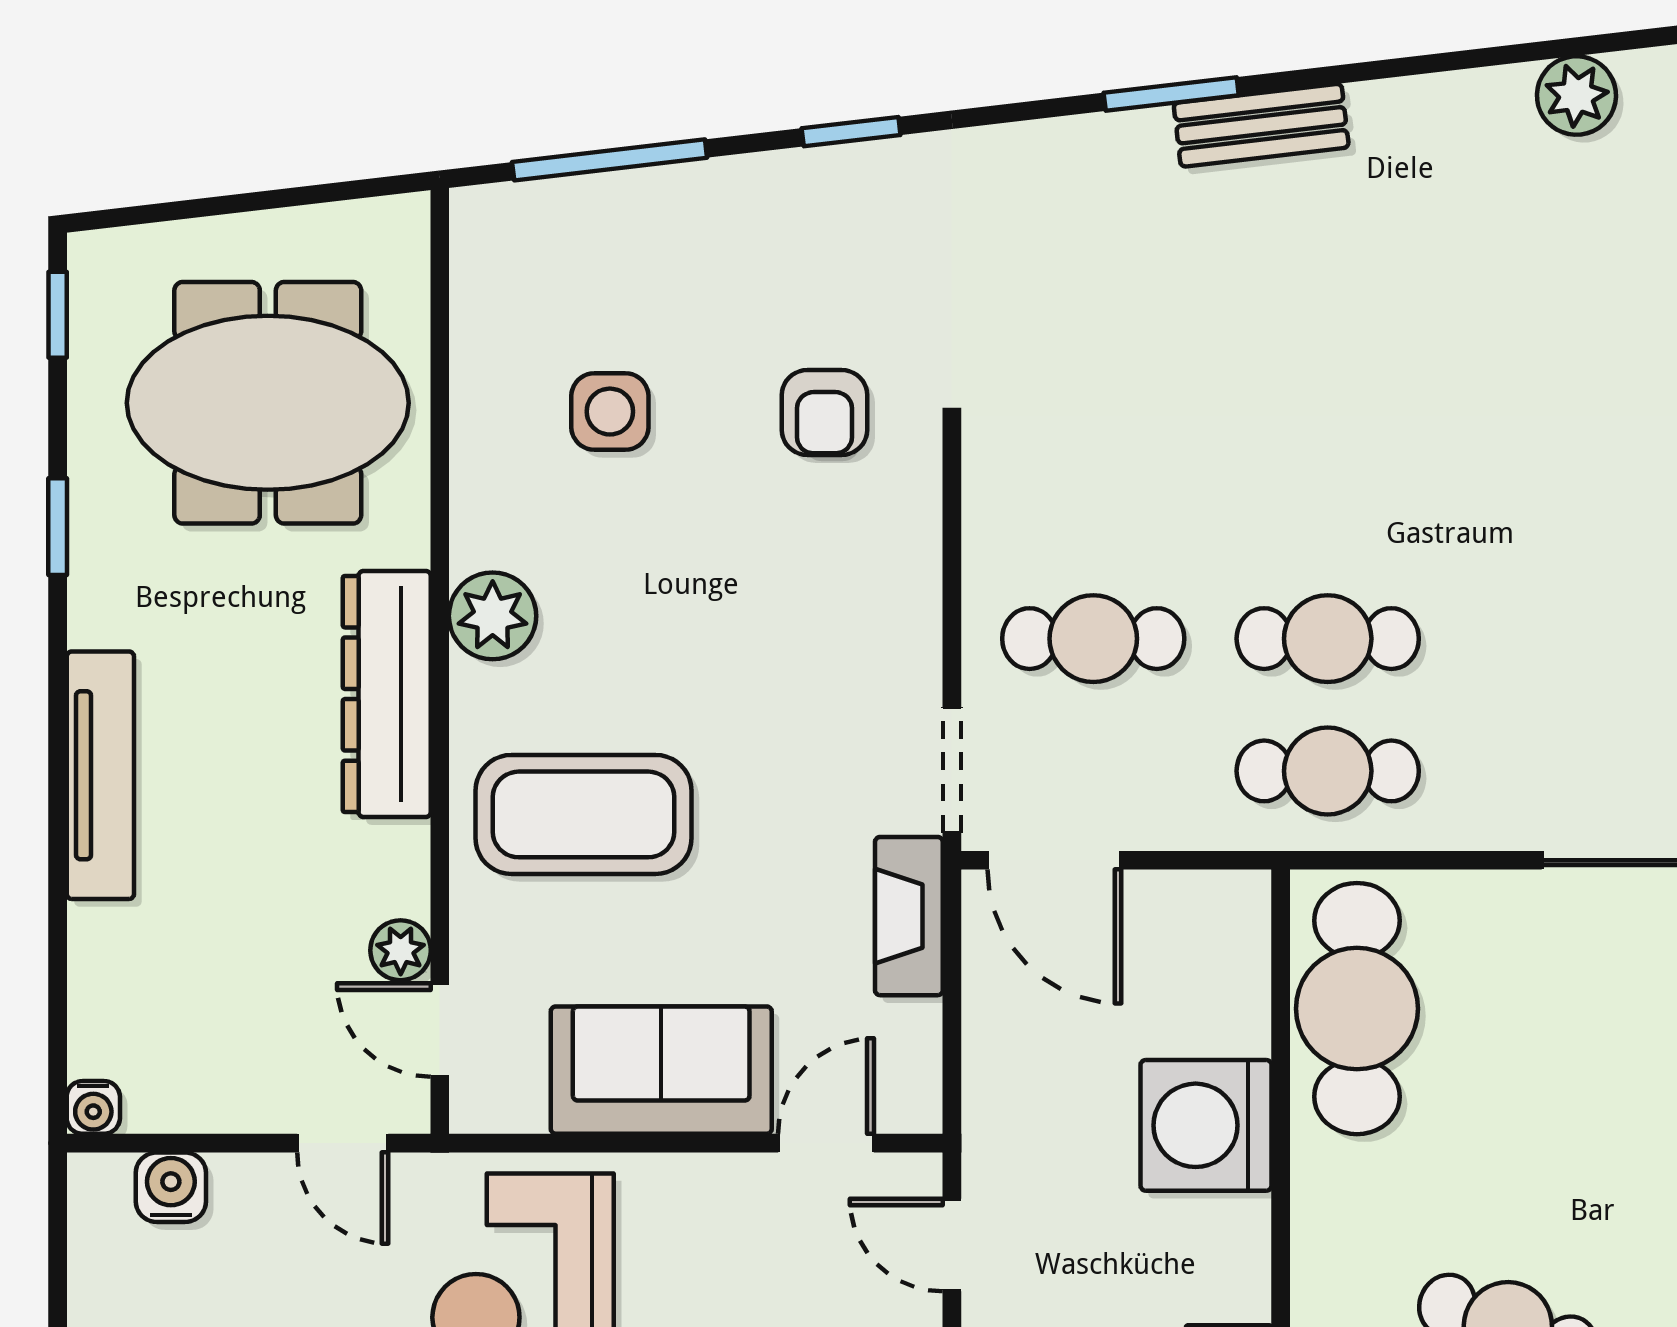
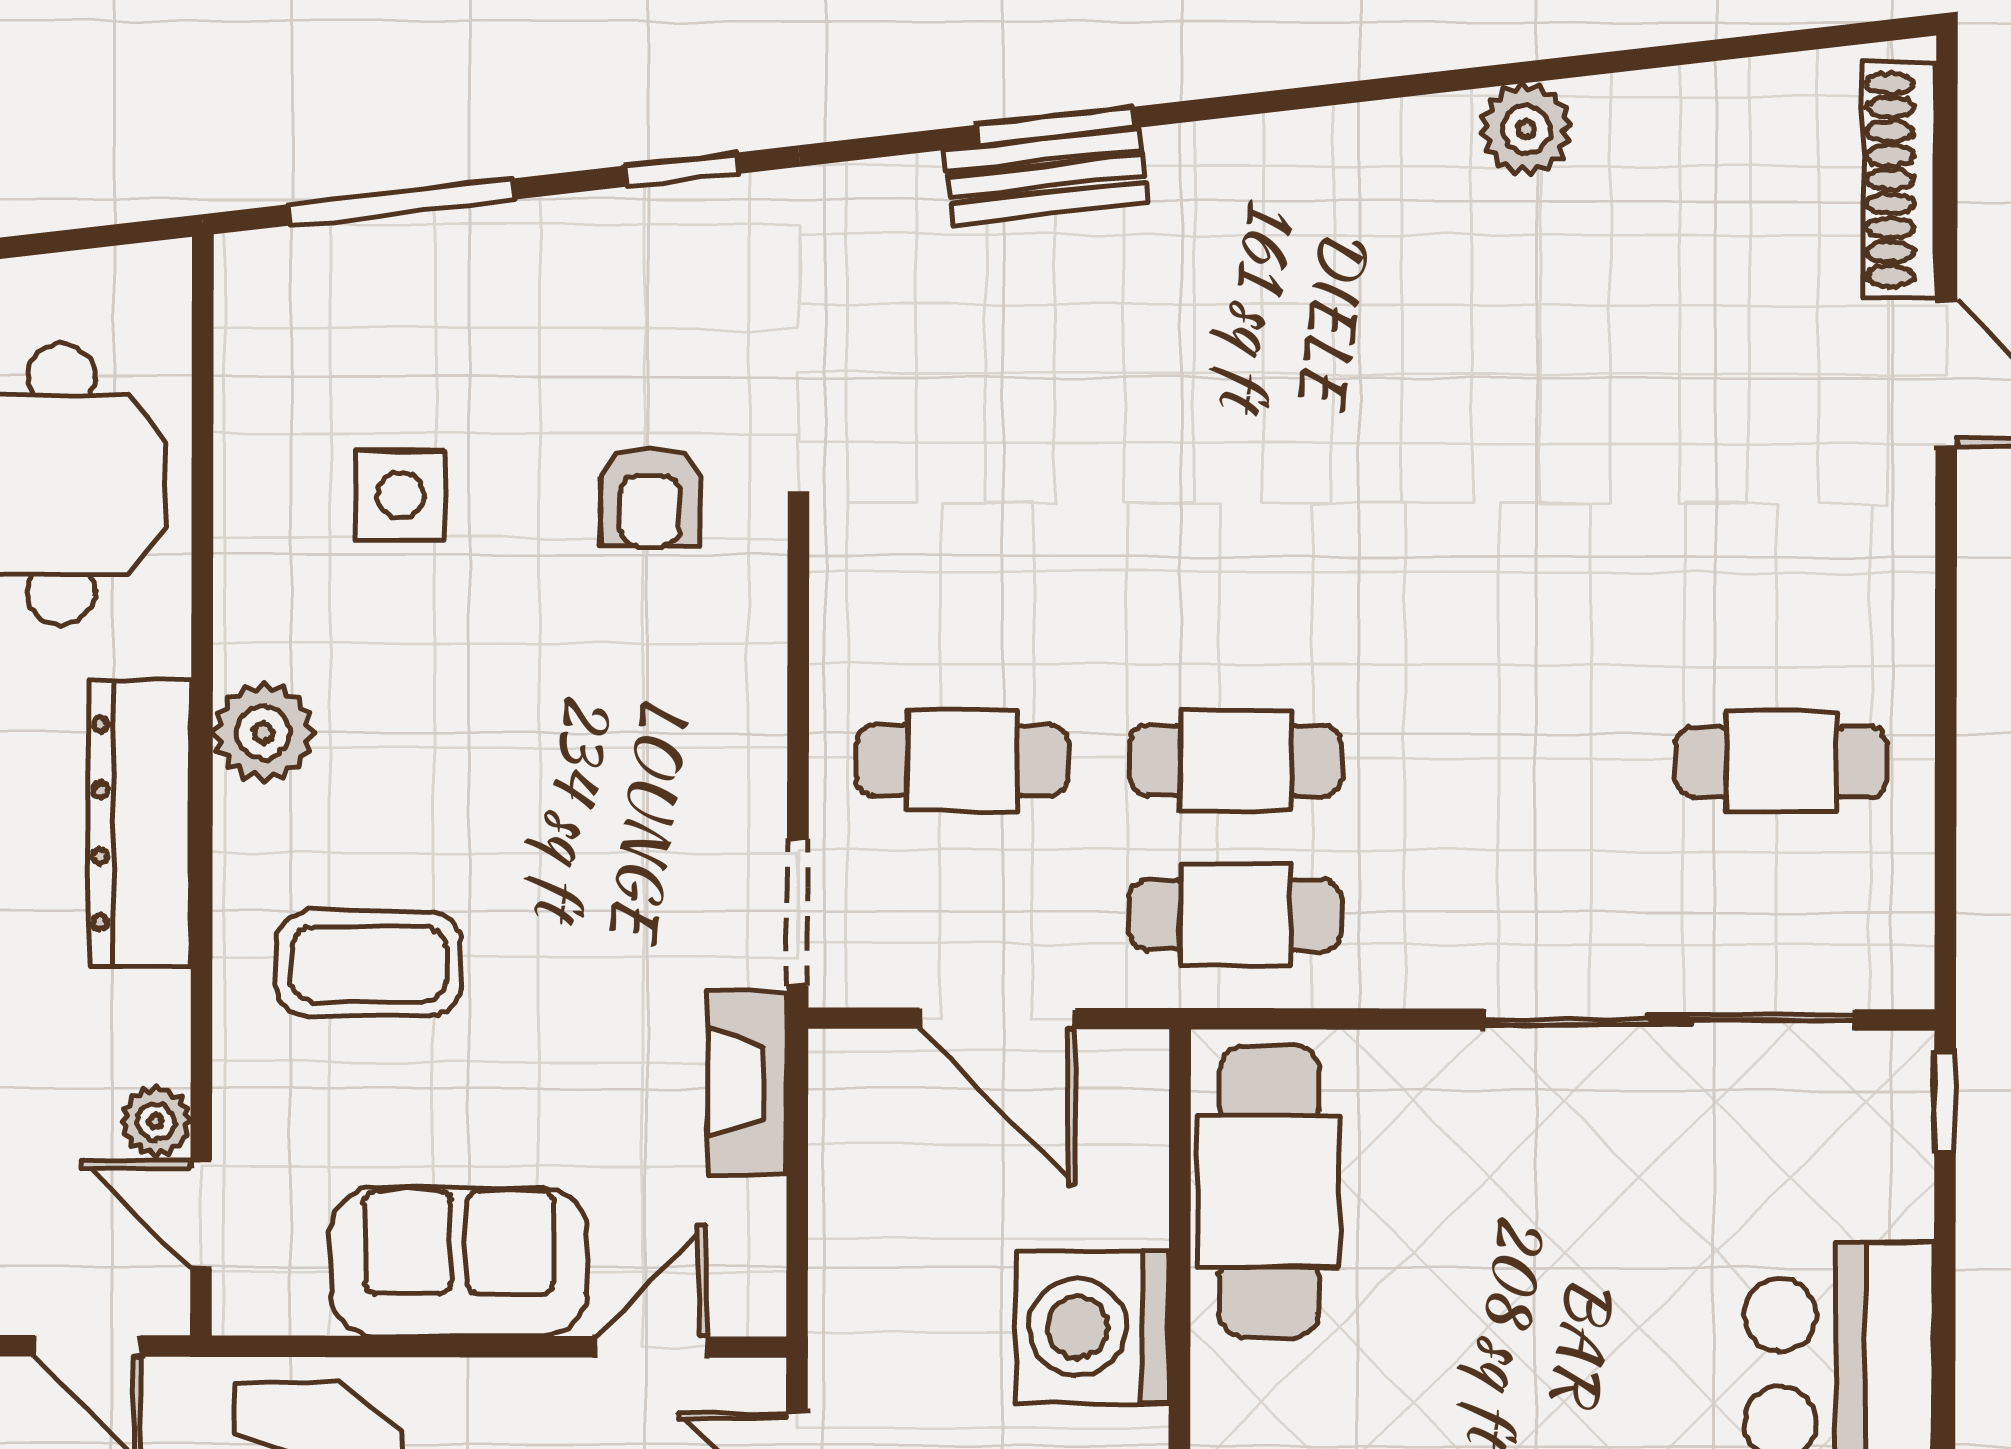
bench: (1261, 125) -> (1047, 176), moved
coffee table: (584, 814) -> (369, 964), width x0.73, depth x0.76
door: (1054, 860) -> (997, 1018), moved

